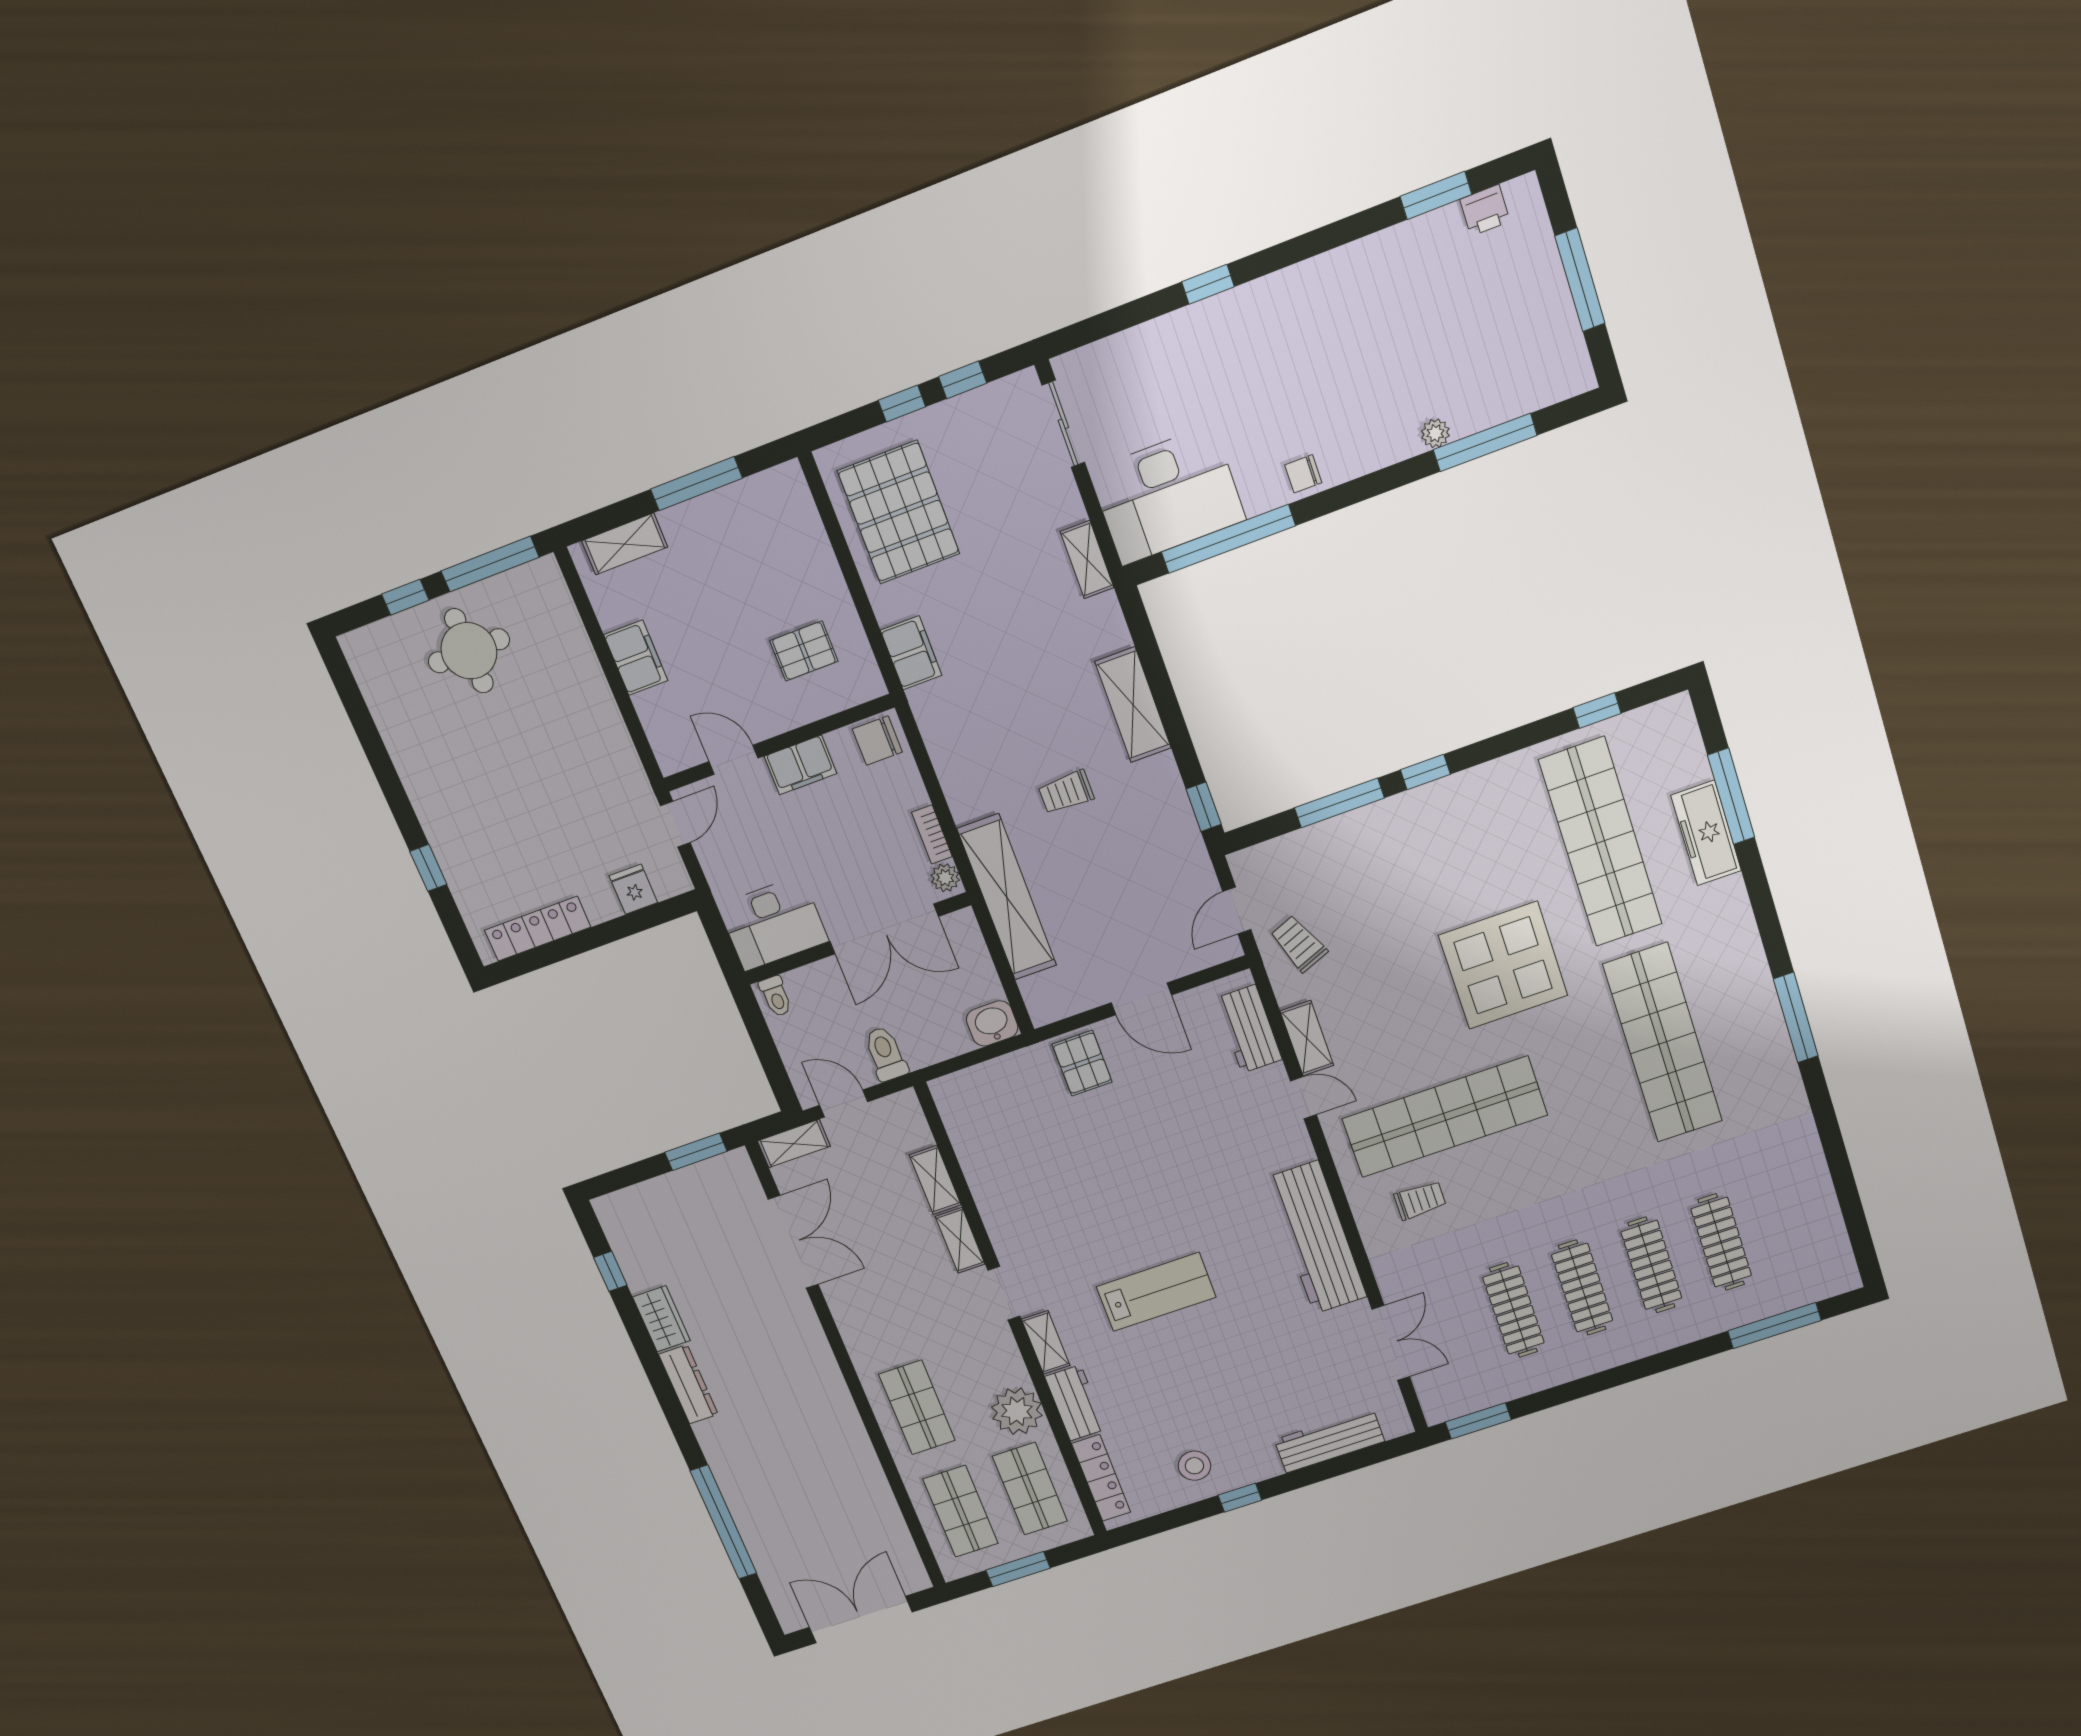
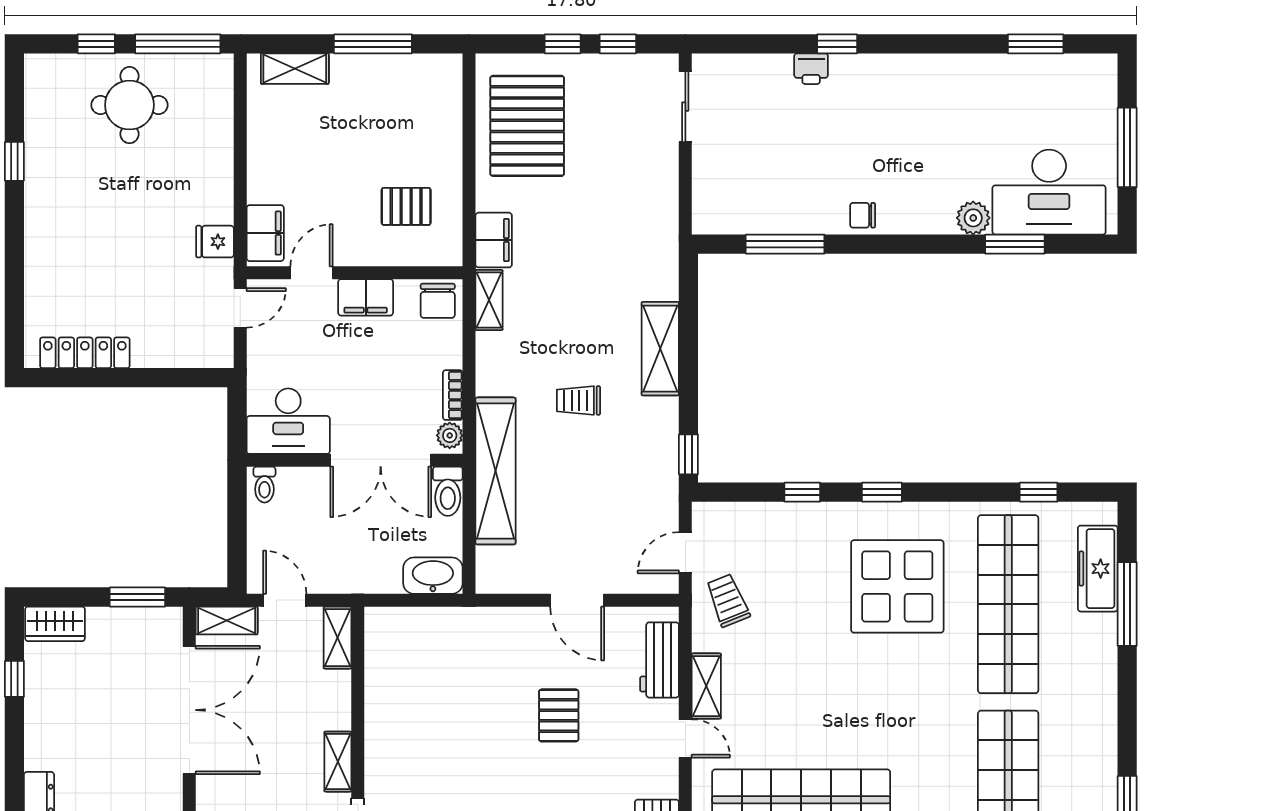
printer: (1485, 210) -> (811, 69), moved
plant: (1435, 433) -> (973, 218), width x1.38, depth x1.38
window: (1485, 443) -> (1015, 244), width x0.69
desk: (1168, 495) -> (1049, 192), moved
window: (1228, 539) -> (785, 244), width x0.68
shelving: (1087, 560) -> (489, 300), moved
filing cabinet: (636, 658) -> (265, 233), moved
chair: (877, 741) -> (438, 301), turned -90
door: (733, 760) -> (311, 273), hinge flipped
window: (1339, 803) -> (802, 492), width x0.46
freezer: (1706, 833) -> (1098, 569), moved
window: (428, 868) -> (14, 161), moved
fridge: (633, 889) -> (215, 242), moved, turned -90
display table: (1503, 965) -> (897, 586), moved
washbasin: (992, 1023) -> (433, 576), width x1.38
toilet: (886, 1054) -> (448, 491), moved, turned 180
pallet: (1082, 1063) -> (559, 715), moved
shelving: (935, 1180) -> (337, 638), moved
double door: (793, 1242) -> (189, 710), width x1.36
wardrobe: (662, 1319) -> (55, 624), moved, turned 90

